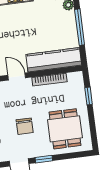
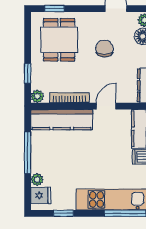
door: (17, 77) -> (106, 106), swing flipped
plant: (78, 77) -> (37, 96), added
window: (44, 159) -> (54, 9), moved

